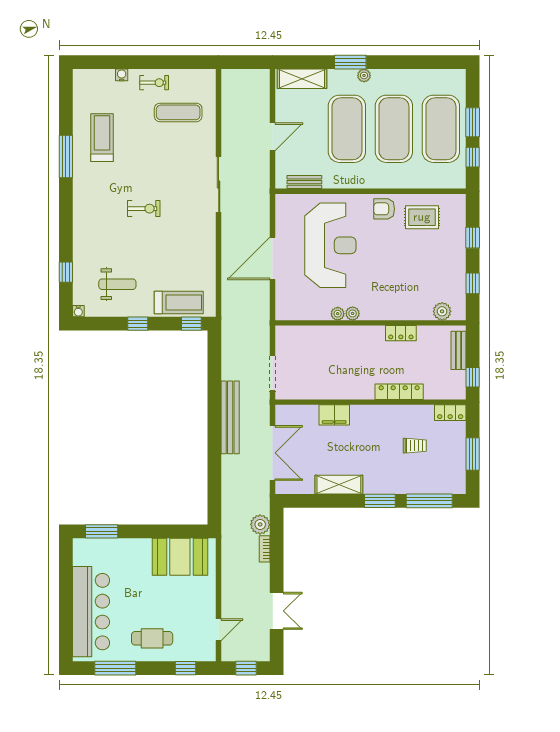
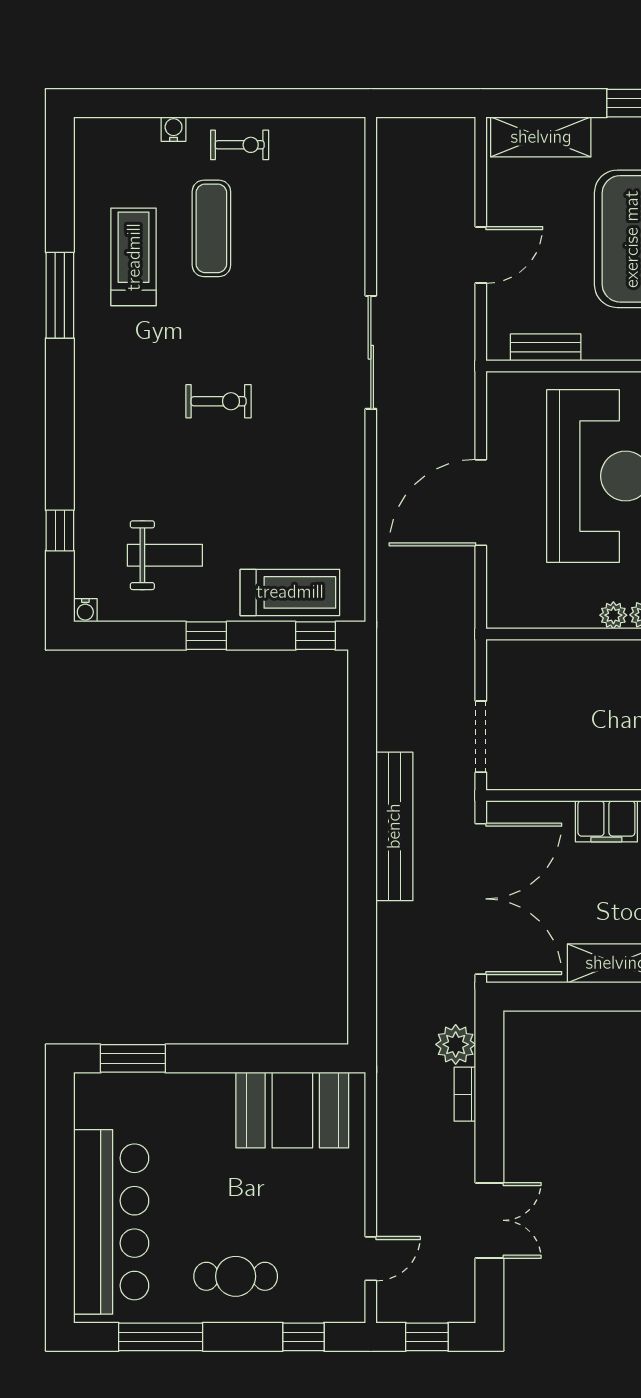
exercise mat: (178, 112) -> (211, 228), moved, turned 90
double door: (273, 453) -> (481, 899), width x1.36

